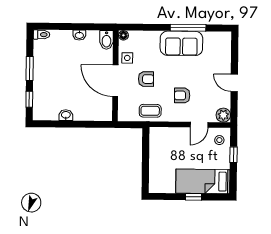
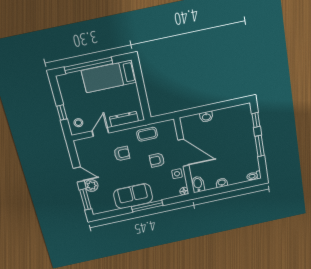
window: (188, 28) -> (147, 206), moved
window: (235, 52) -> (85, 199), added
washbasin: (66, 115) -> (206, 117), moved
plant: (223, 115) -> (91, 186), moved
dresser: (171, 133) -> (124, 119), added
bed: (203, 181) -> (109, 76), moved, turned 180
window: (194, 197) -> (89, 65), width x3.17

